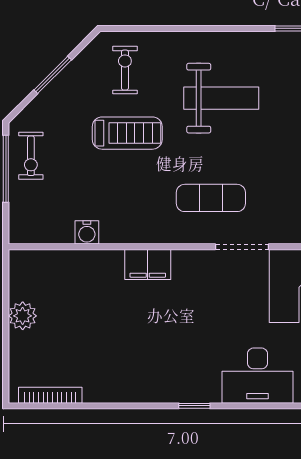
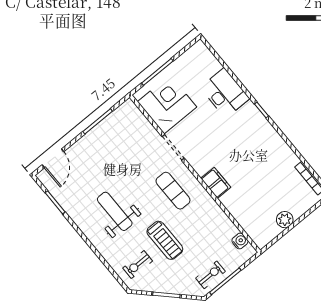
treadmill: (127, 133) -> (165, 240), turned 180
exercise mat: (211, 198) -> (173, 191), moved
water cooler: (87, 232) -> (240, 241), moved

